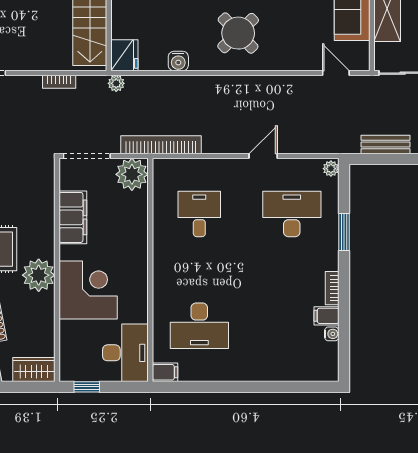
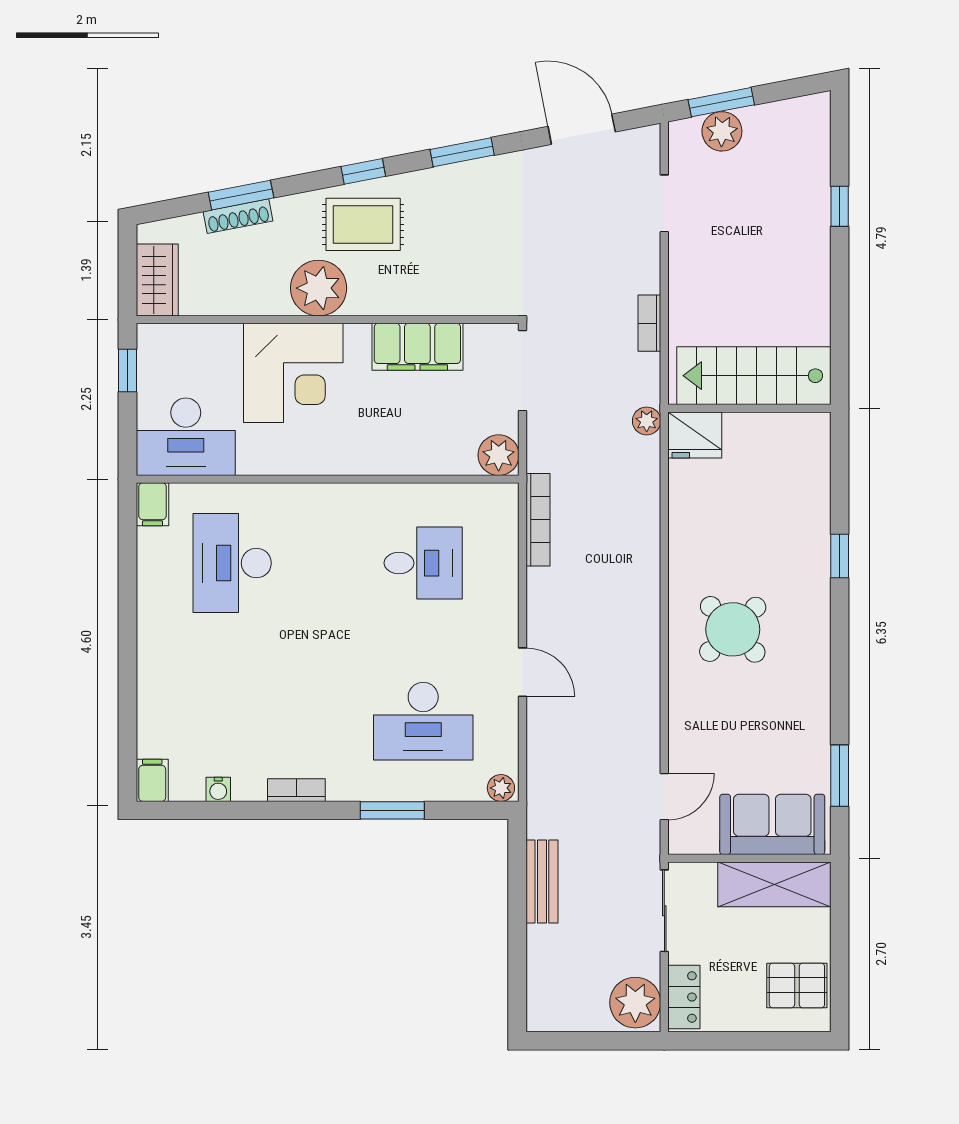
water cooler: (178, 61) -> (685, 527), removed
bookcase: (161, 145) -> (538, 520), width x0.68, depth x0.76
plant: (132, 174) -> (499, 455), width x0.73, depth x0.73
desk: (292, 214) -> (423, 721), turned 90
filing cabinet: (326, 316) -> (152, 780), moved

